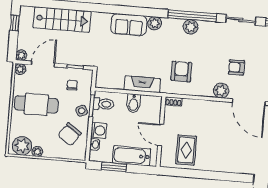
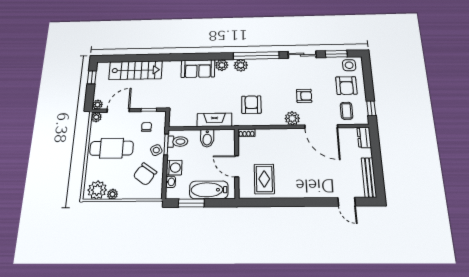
plant: (191, 27) -> (241, 65), moved
armchair: (236, 67) -> (304, 96), turned 180

